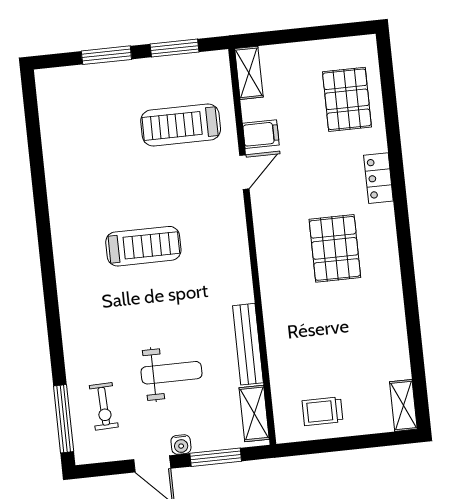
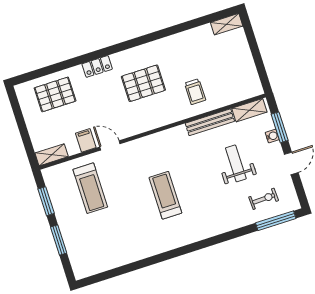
trolley: (322, 411) -> (195, 92), moved
water cooler: (181, 445) -> (272, 136), moved

